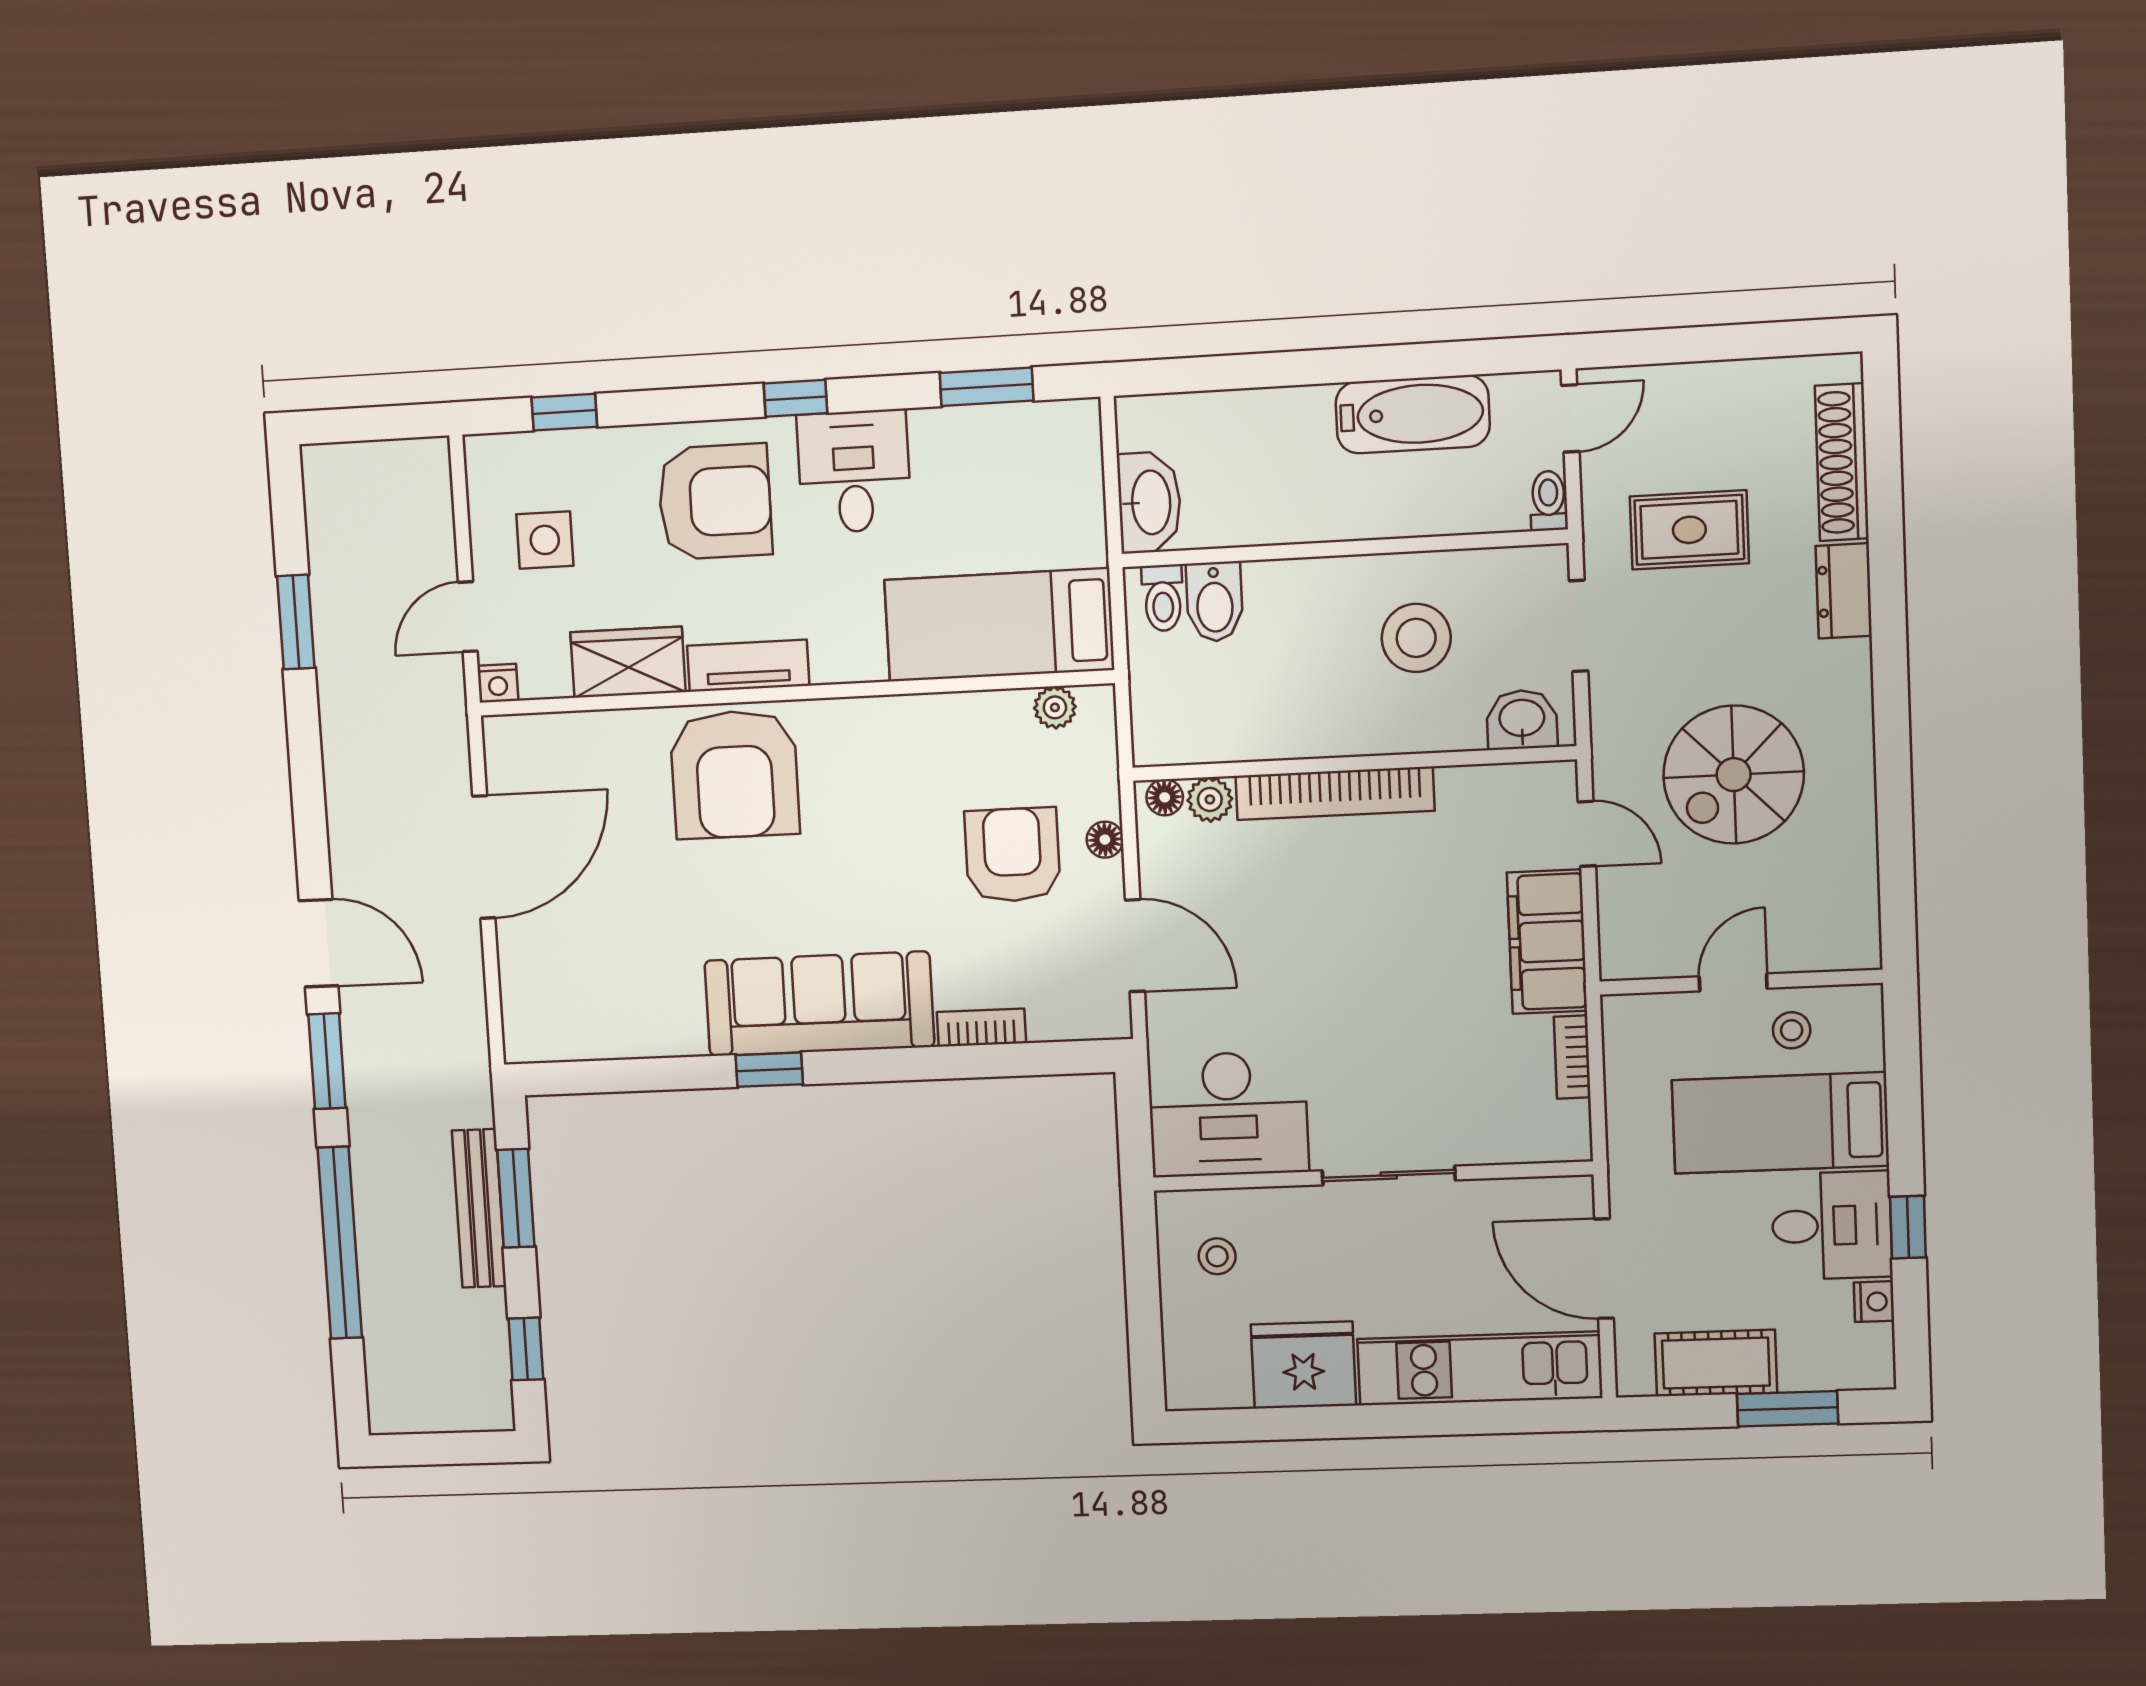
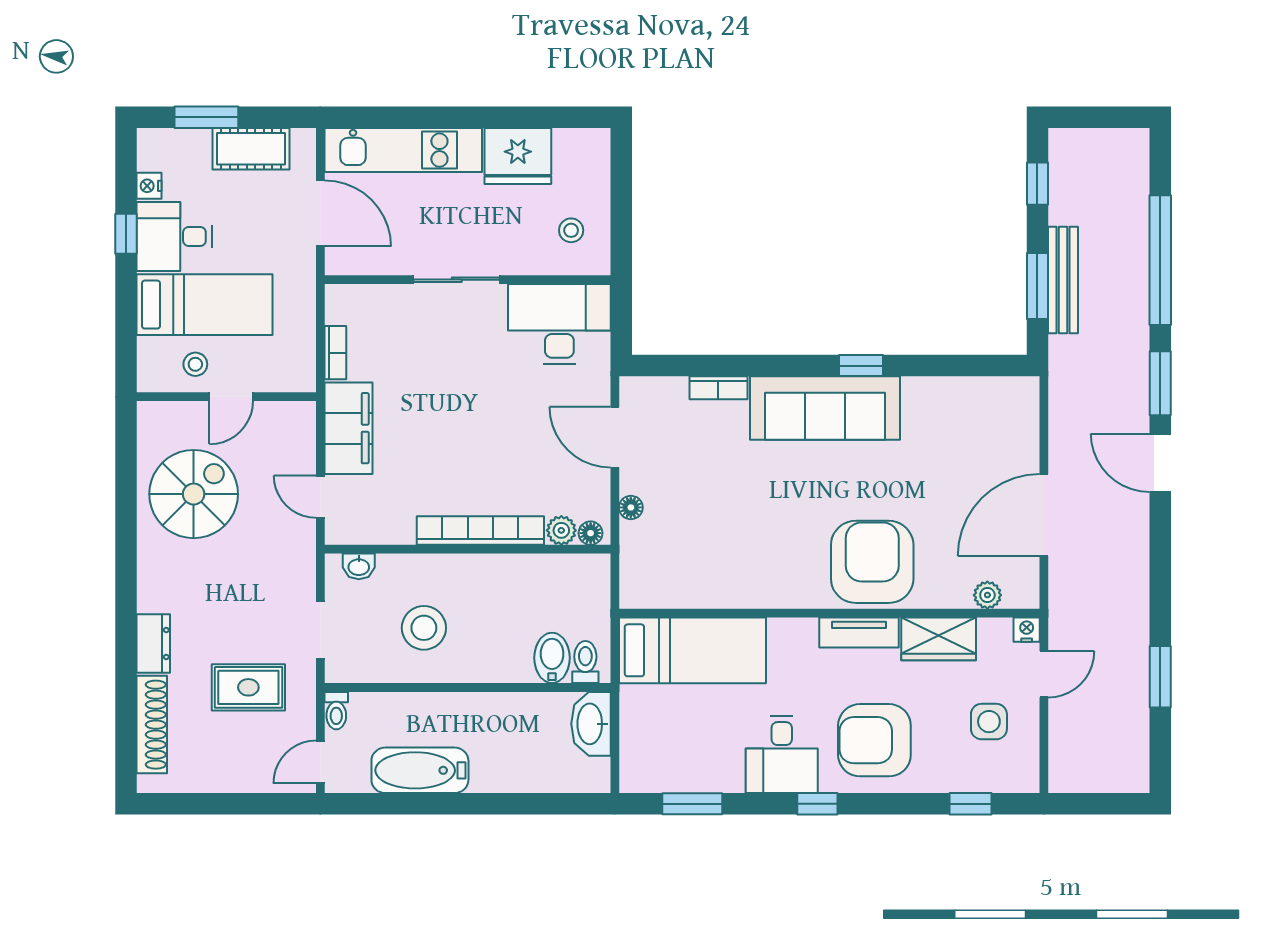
plant: (1055, 707) -> (987, 595), moved
washbasin: (1522, 720) -> (359, 566), width x0.72, depth x0.69
spiral stairs: (1734, 775) -> (194, 494), moved
armchair: (1012, 855) -> (692, 500), removed

